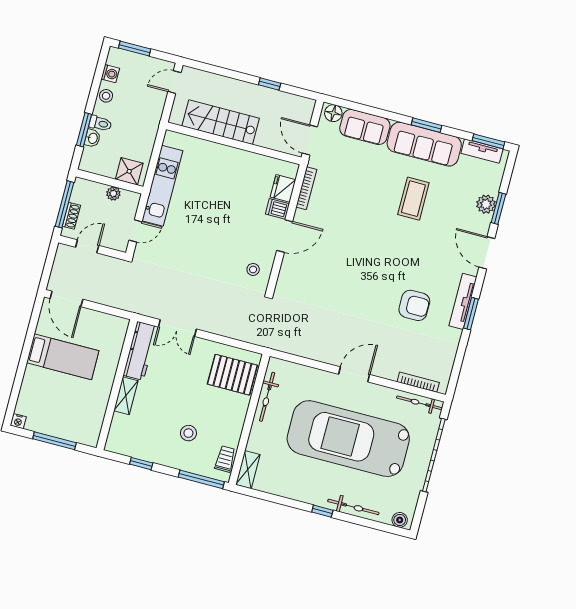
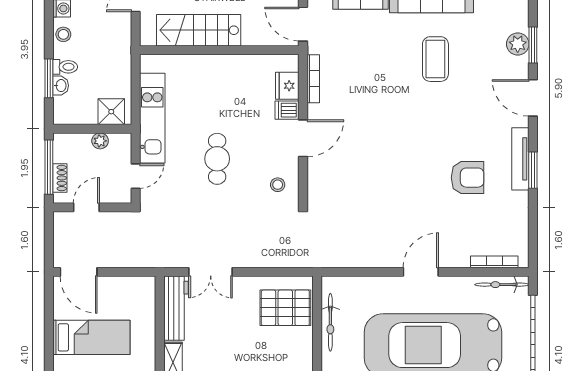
cafe table: (208, 234) -> (217, 159), added

